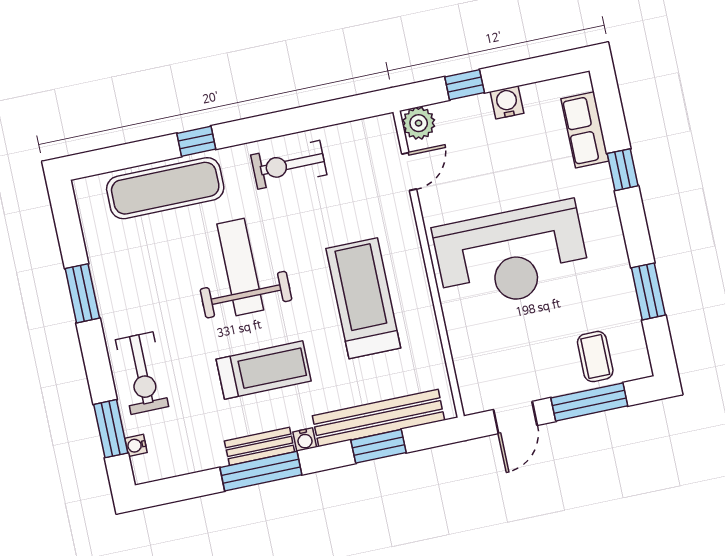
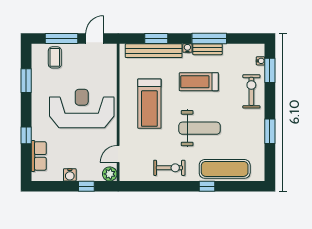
weight bench: (240, 267) -> (200, 128), turned -90

